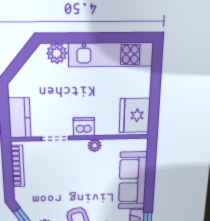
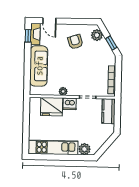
fridge: (135, 115) -> (52, 107), moved, turned 90

